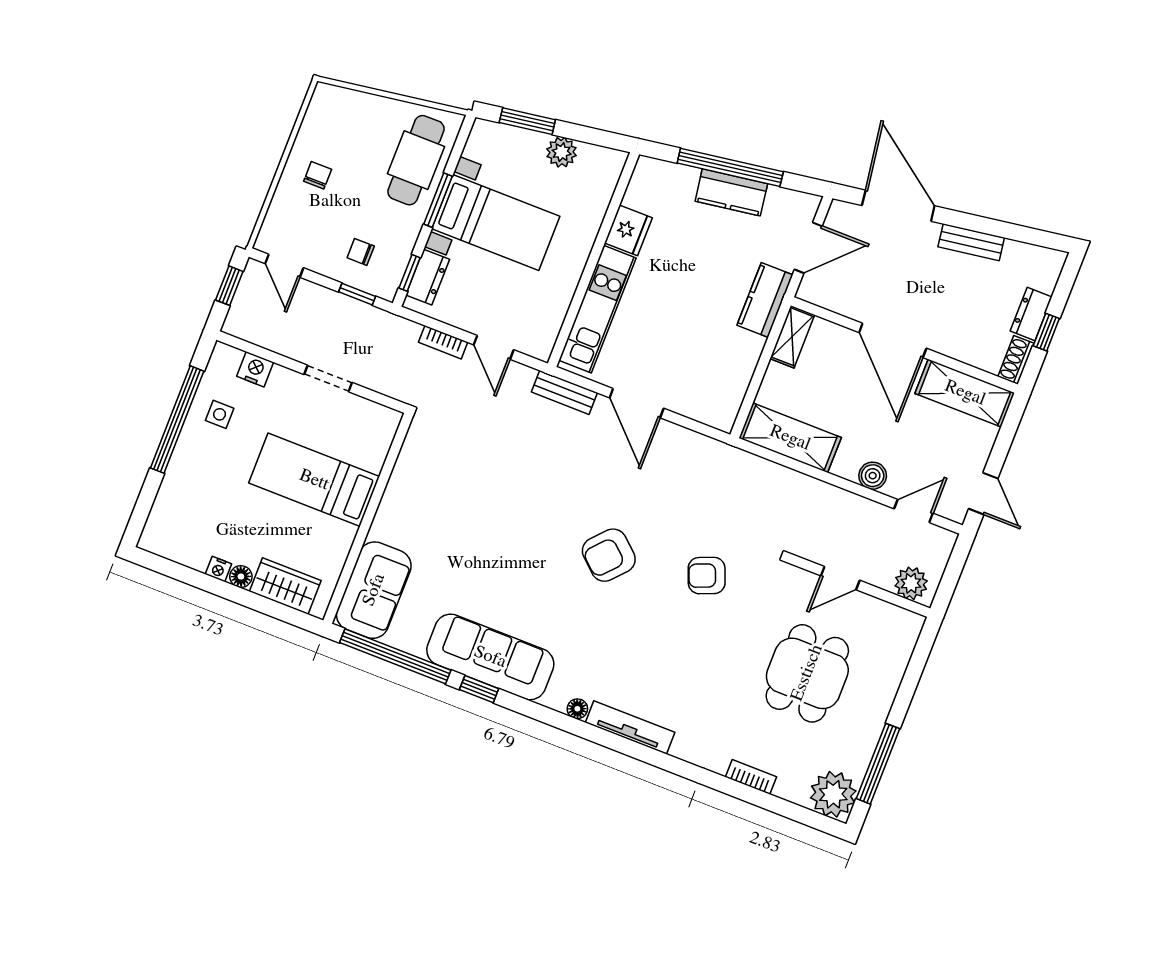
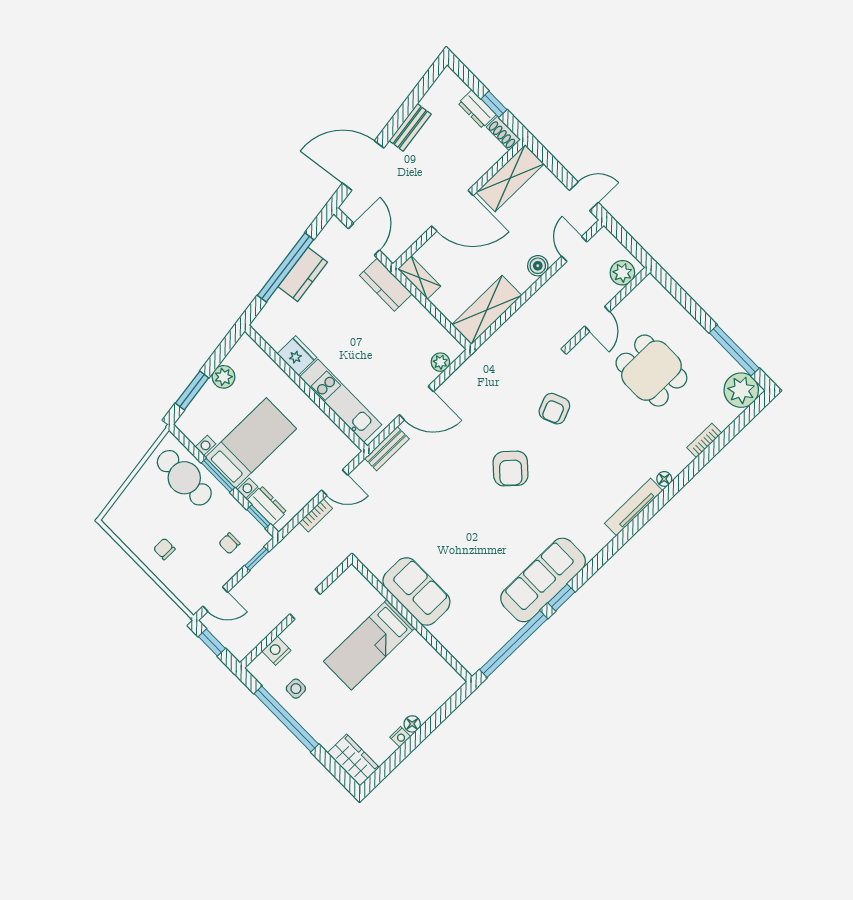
plant: (700, 410) -> (440, 362), added
wardrobe: (285, 586) -> (353, 760), moved, turned 90
sofa: (374, 590) -> (416, 591), moved
floor lamp: (577, 709) -> (664, 479), moved

